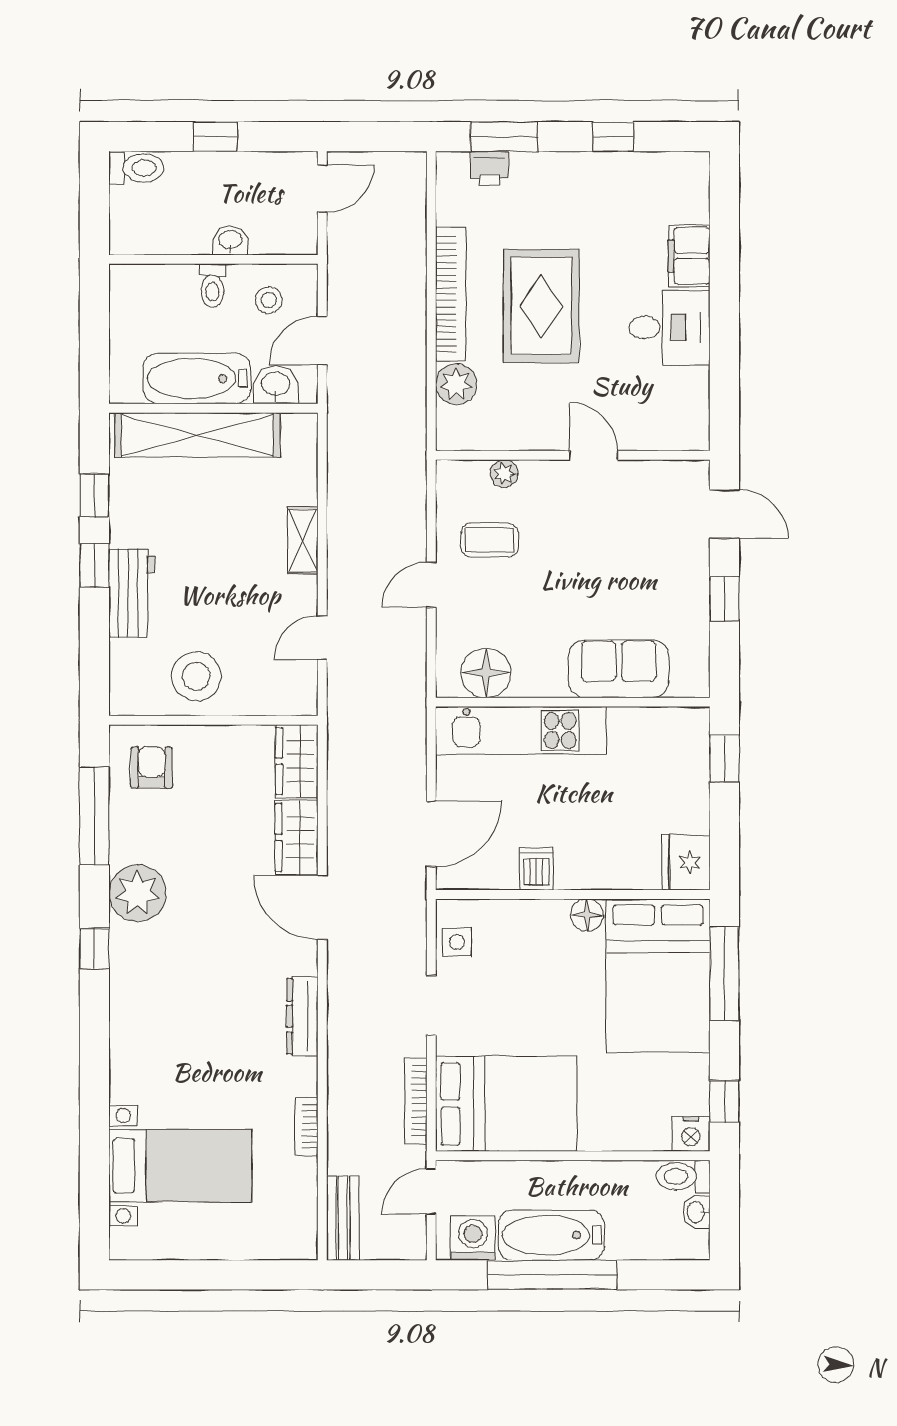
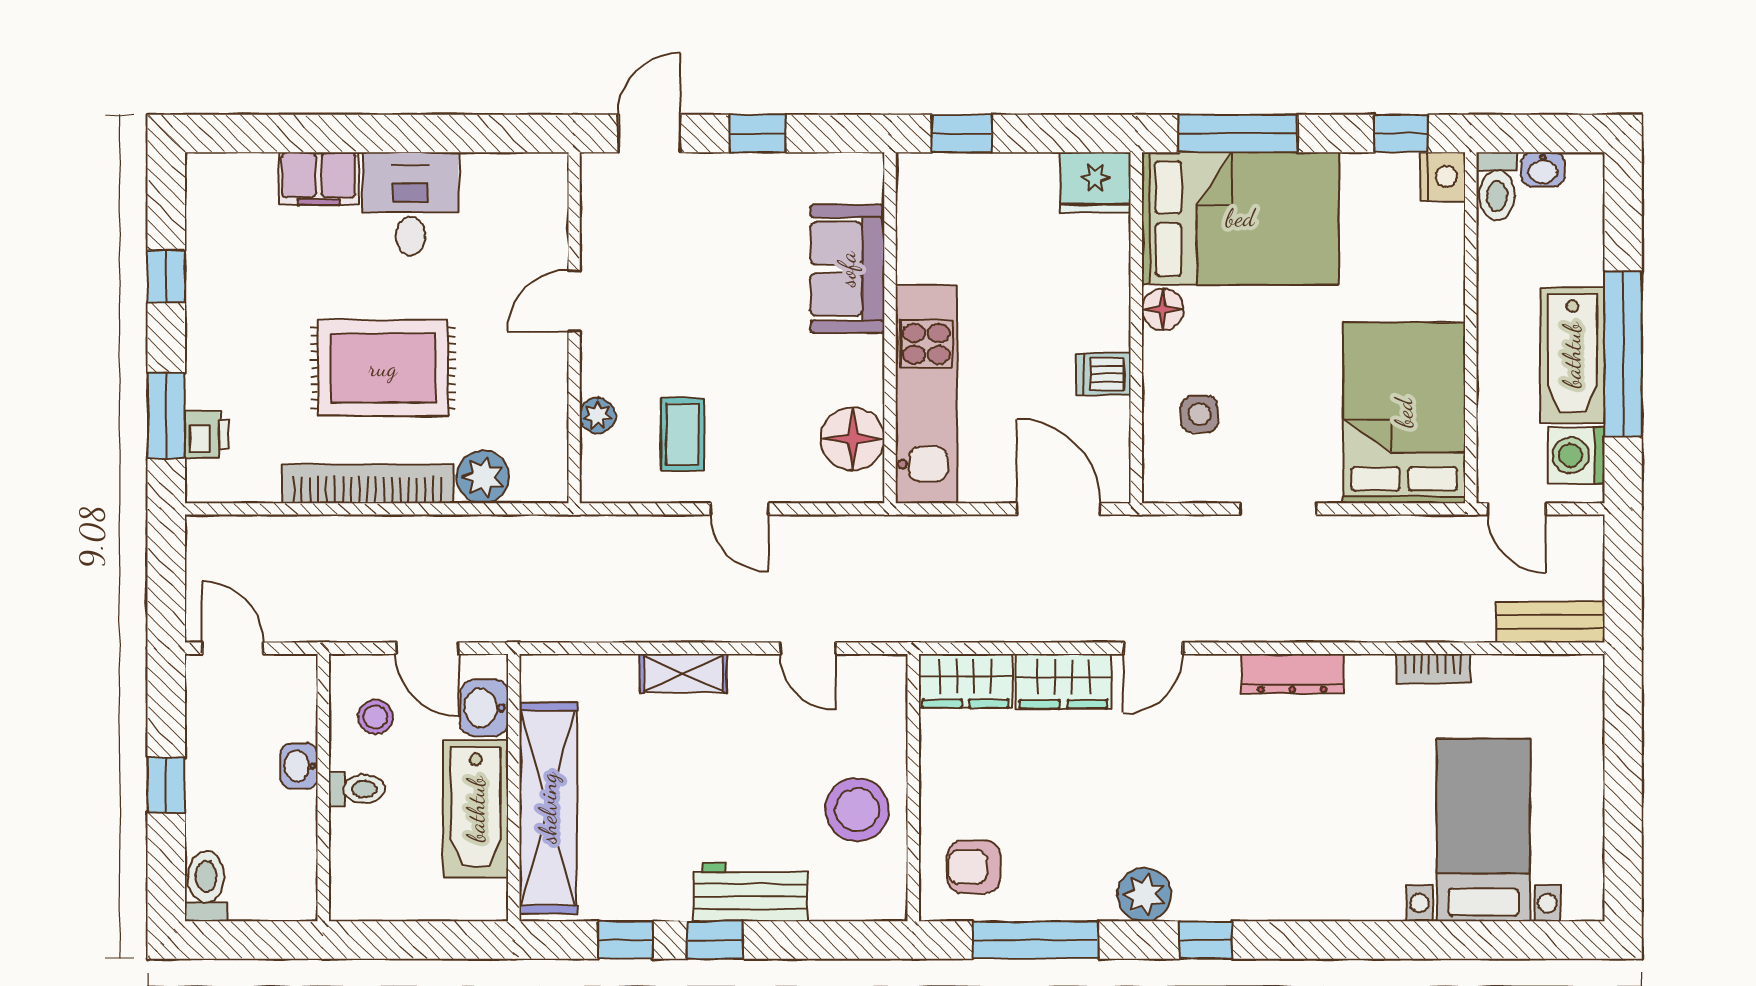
plant: (137, 893) -> (1144, 895), width x0.73, depth x0.73
door: (322, 908) -> (1153, 648), width x0.73
side table: (457, 942) -> (1199, 414), moved
bookcase: (416, 1101) -> (1400, 529), removed

